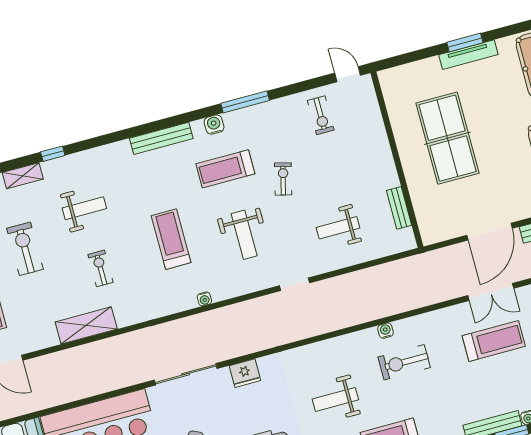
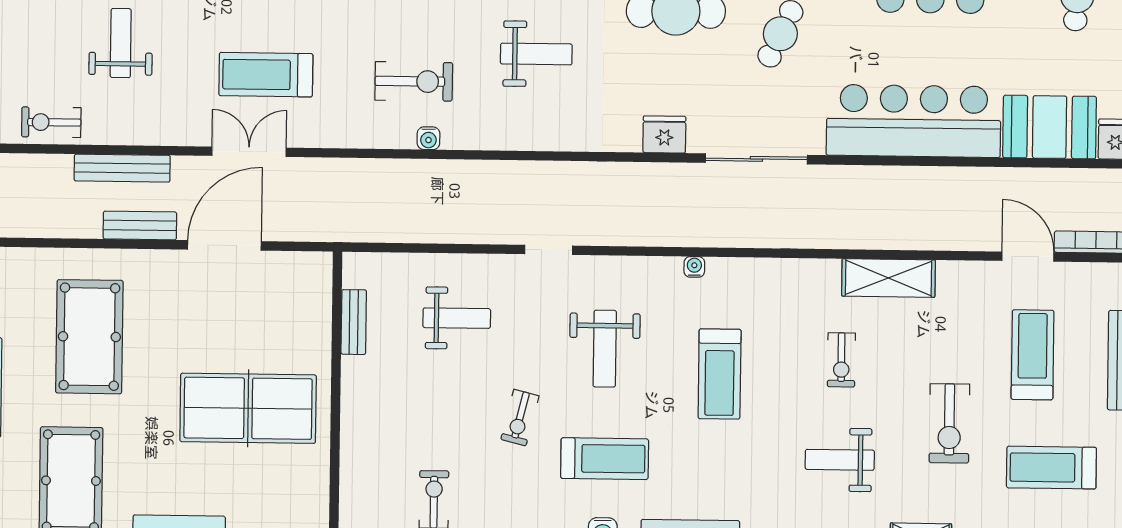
table tennis table: (448, 138) -> (248, 408), turned 90
weight bench: (244, 235) -> (605, 349), turned 180

